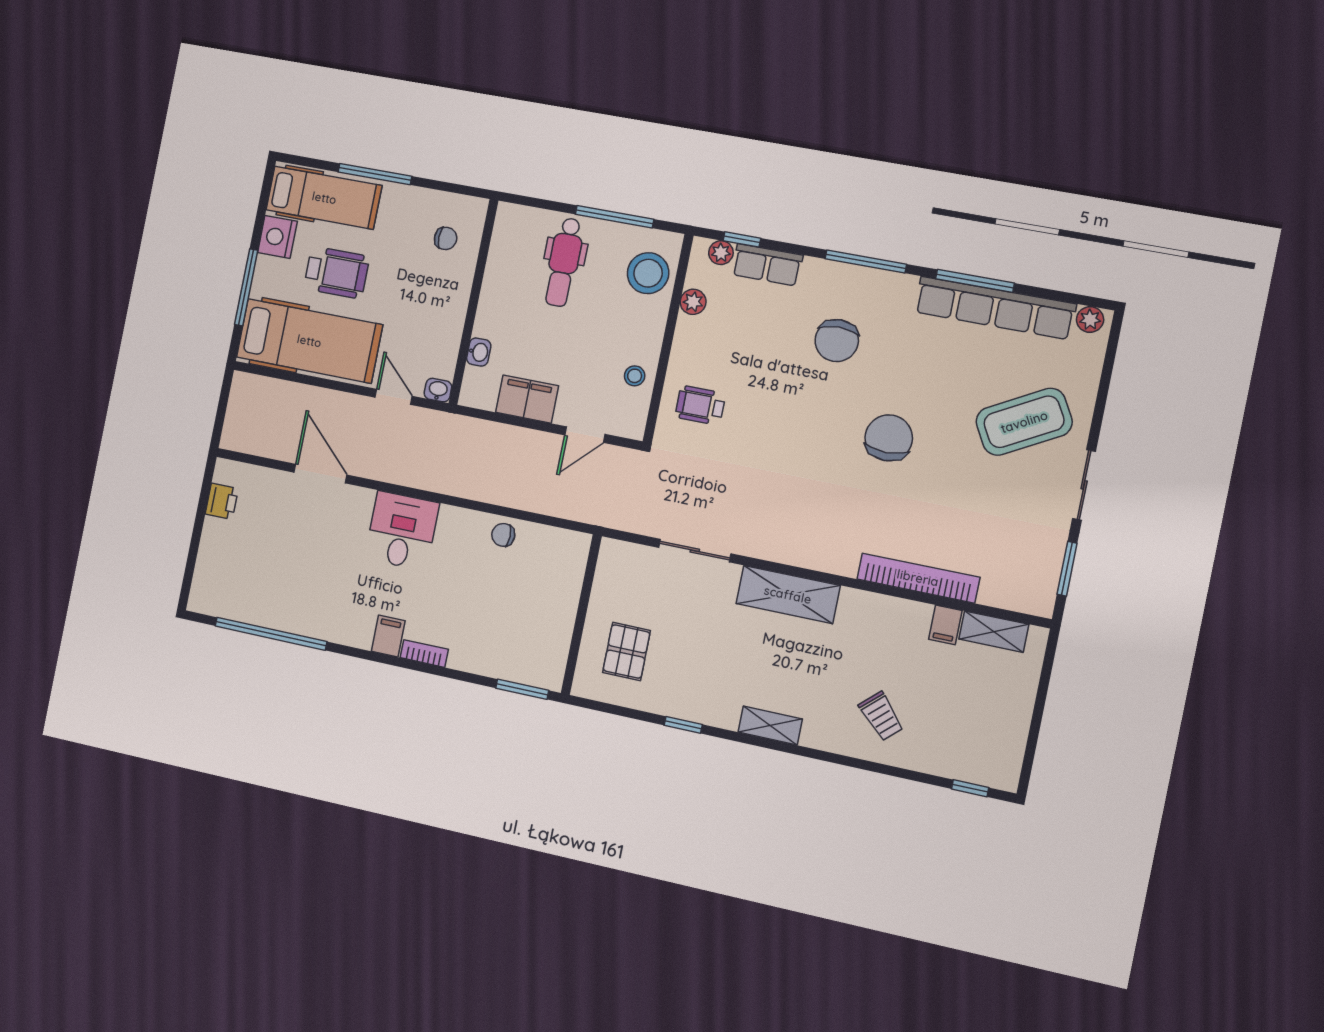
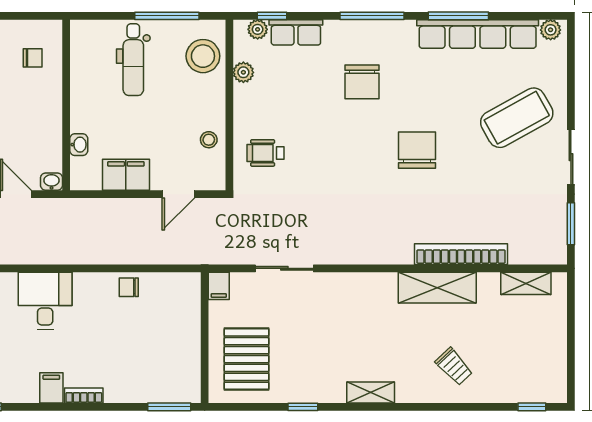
shelving: (788, 595) -> (437, 288), moved
filing cabinet: (945, 625) -> (219, 286), moved
pallet: (627, 652) -> (247, 359), width x1.50, depth x1.42

